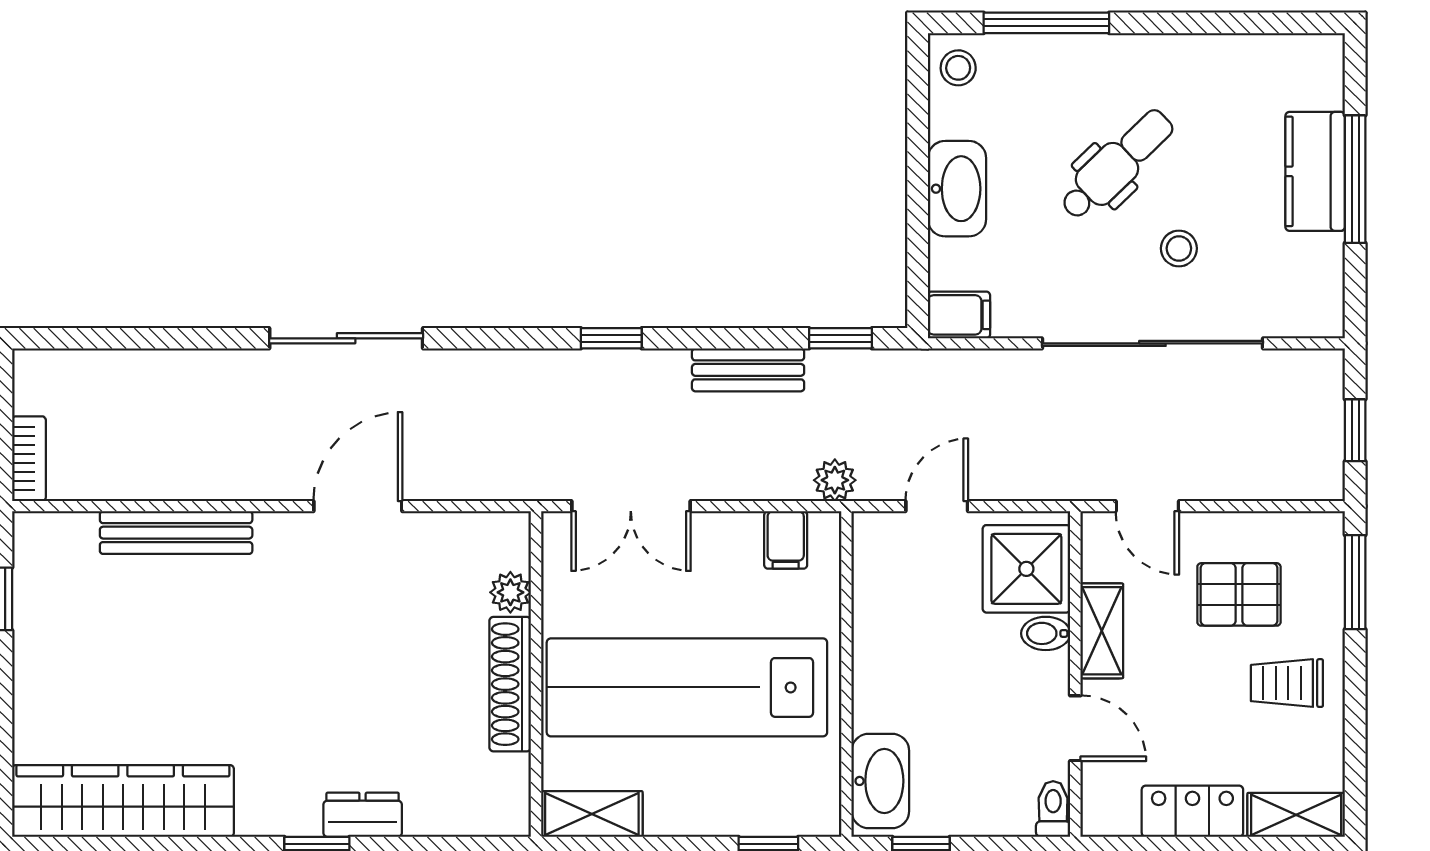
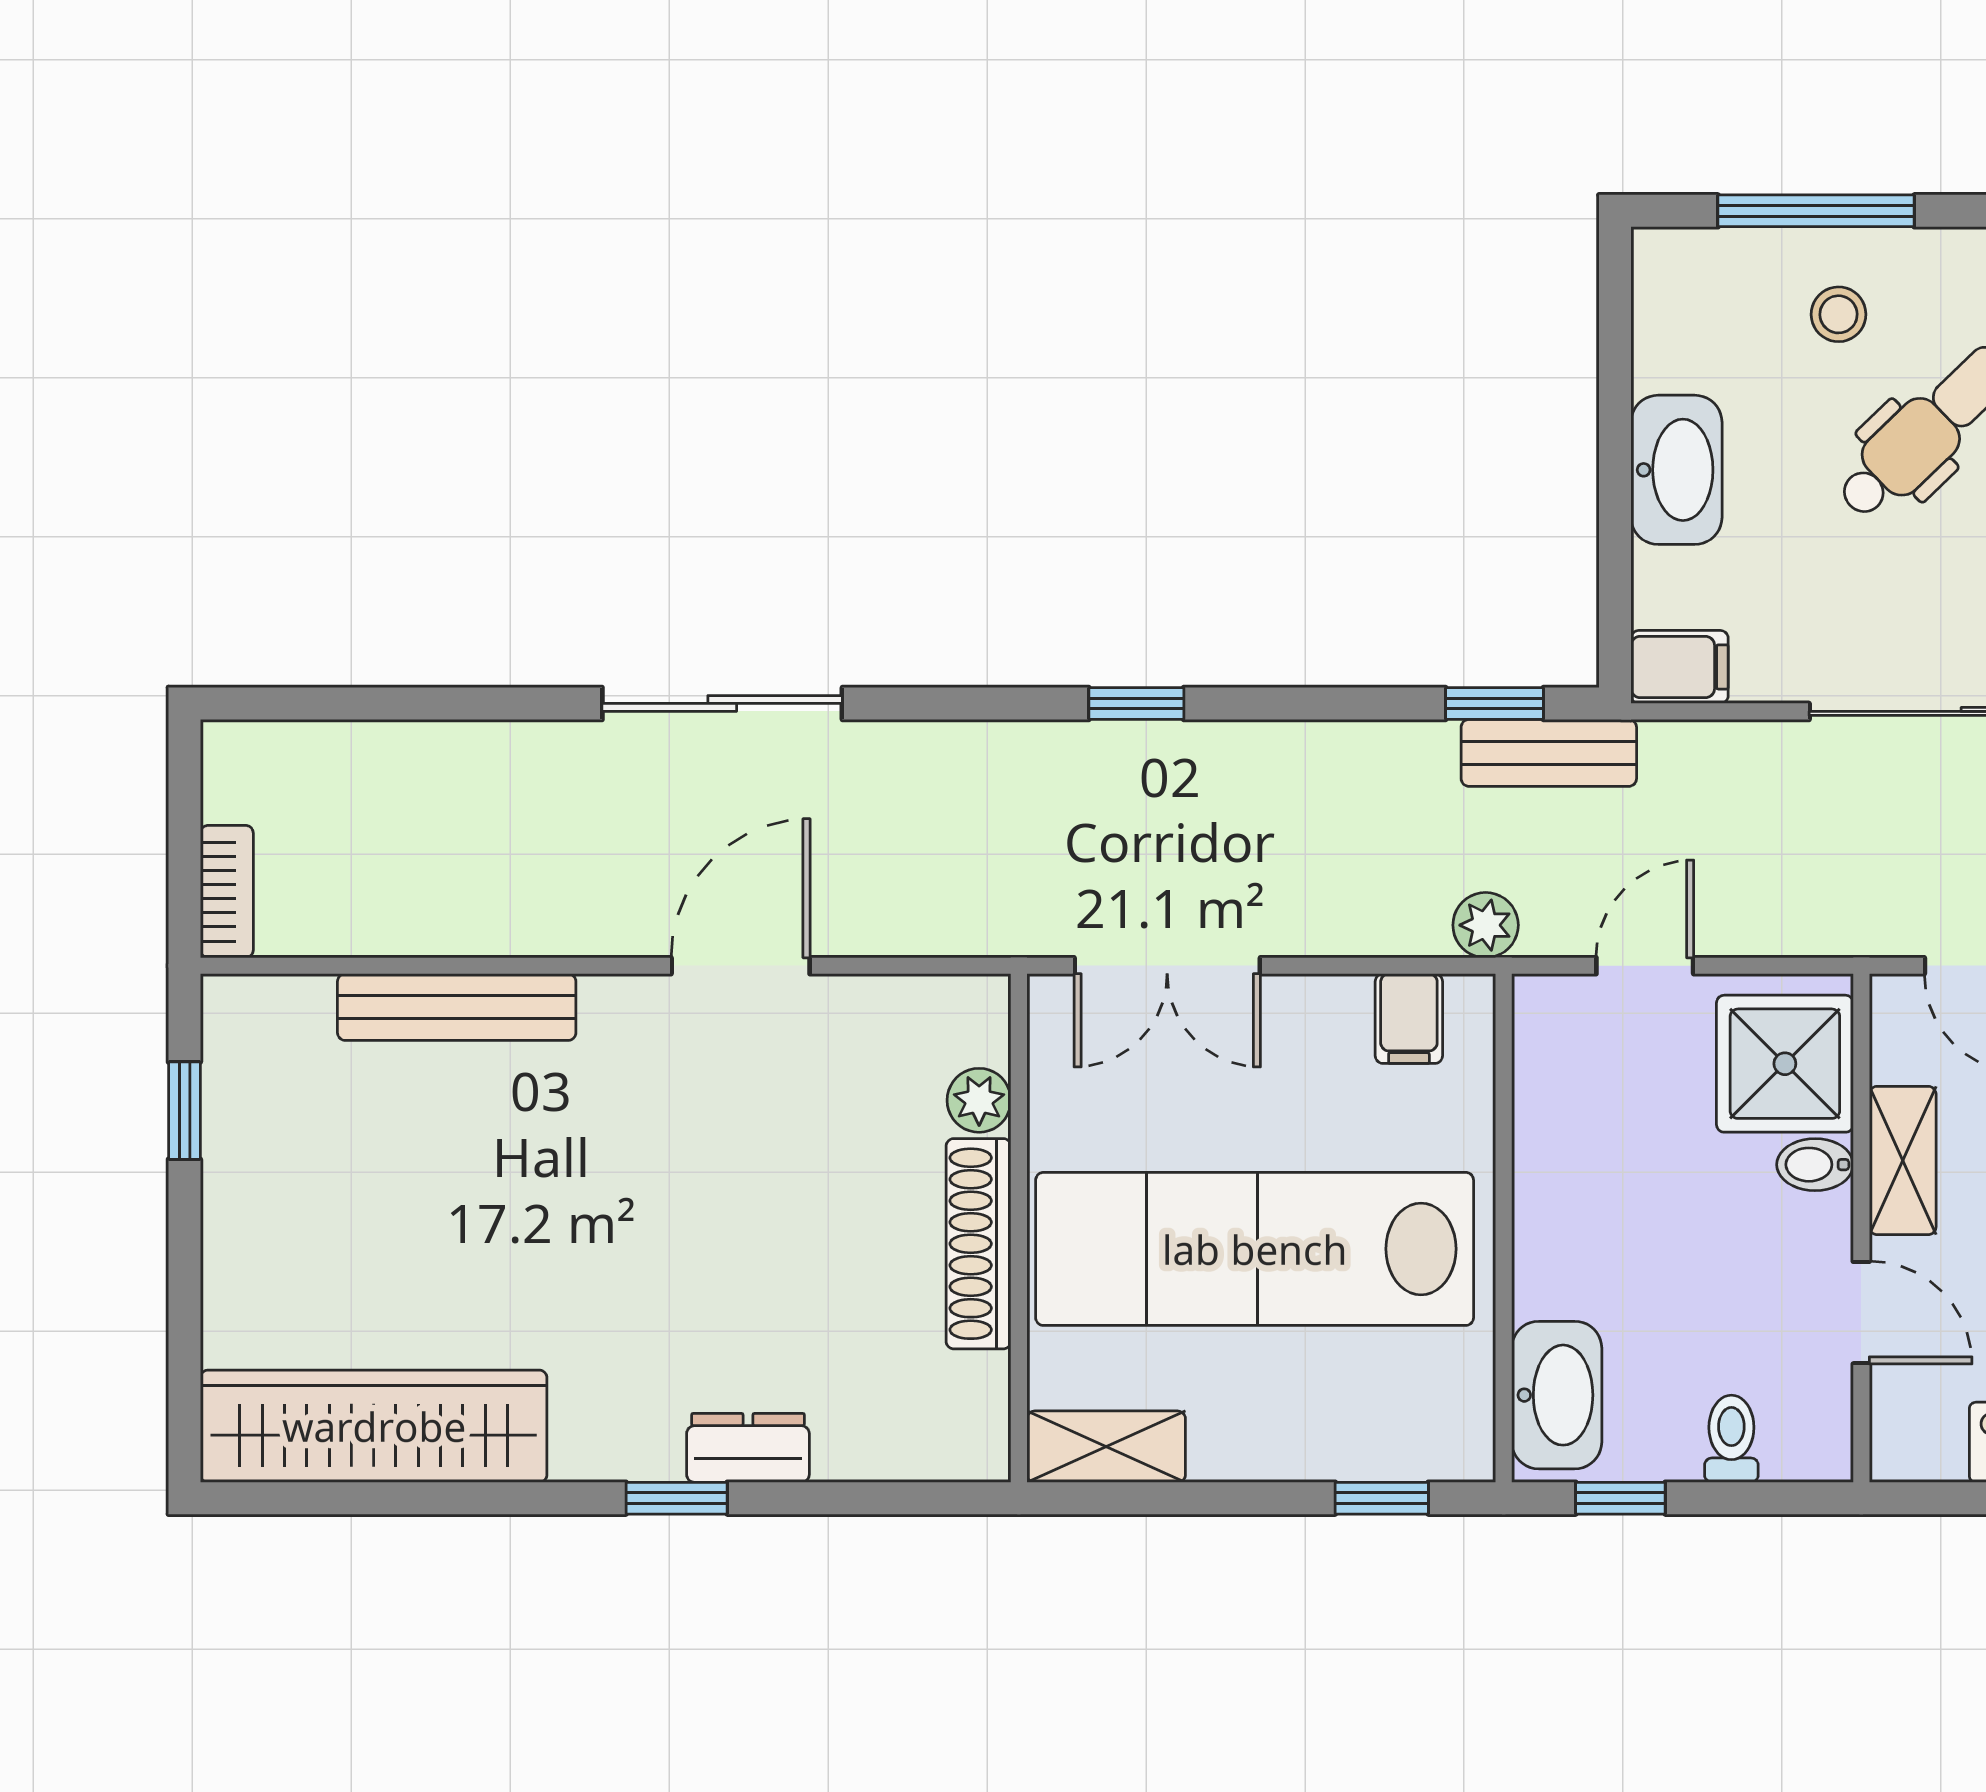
stool: (958, 68) -> (1839, 314), moved
bench: (748, 370) -> (1549, 753), moved
toilet: (1053, 809) -> (1731, 1439), moved

